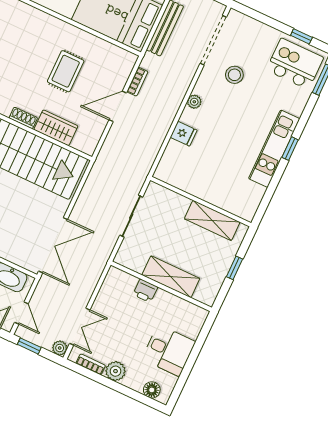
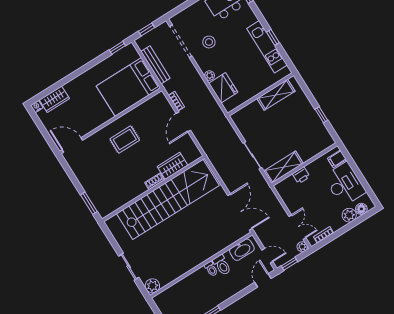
rug: (66, 71) -> (125, 139), moved, turned 90
fridge: (184, 134) -> (223, 88), width x1.88, depth x1.34
wall: (201, 202) -> (261, 94), moved
shelving: (212, 220) -> (276, 95), moved
shelving: (171, 277) -> (283, 167), moved
filing cabinet: (193, 321) -> (337, 159), added
desk: (169, 350) -> (345, 184), width x1.37
plant: (115, 371) -> (349, 215), moved

